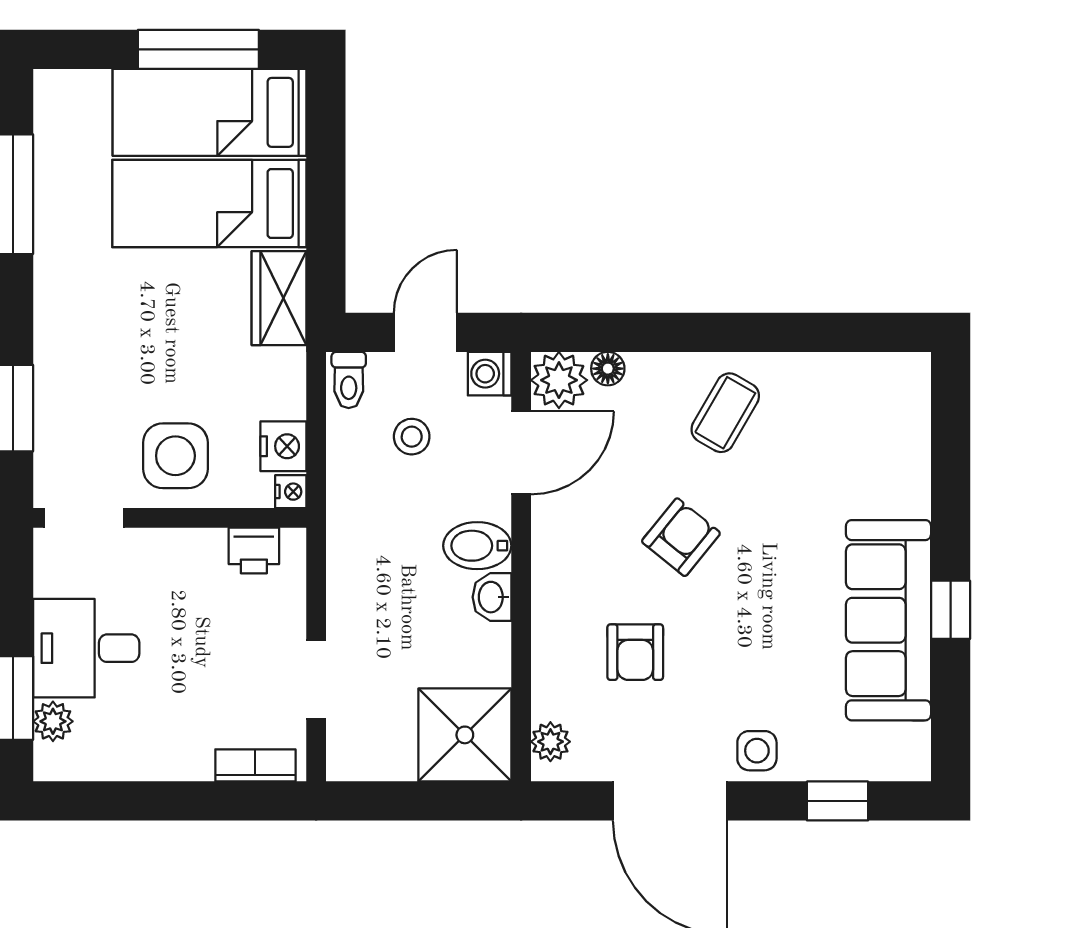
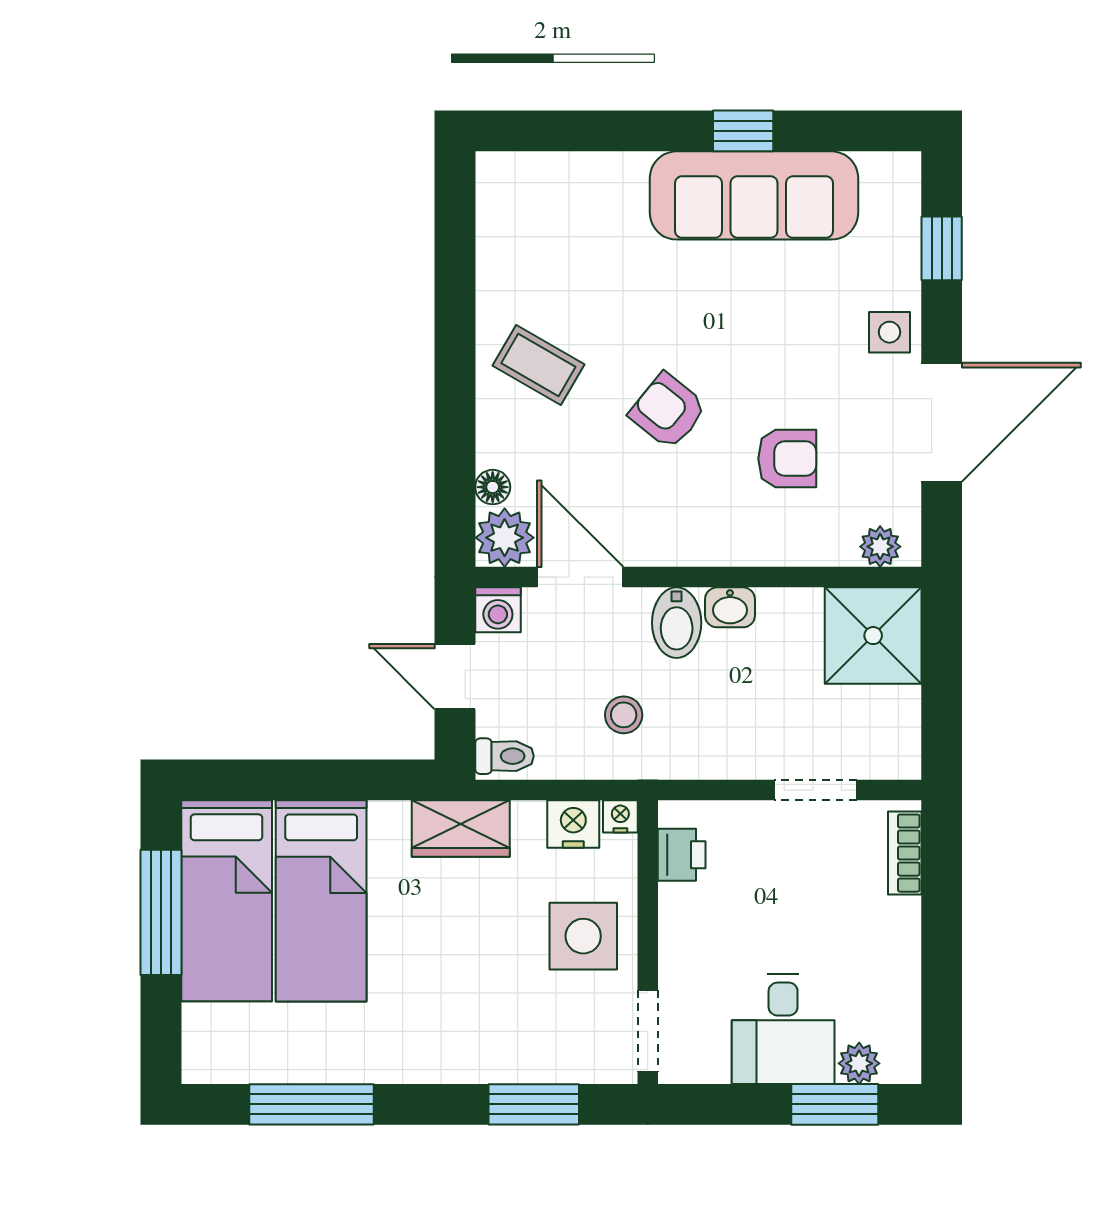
wardrobe: (279, 298) -> (461, 829), moved
stool: (412, 437) -> (624, 715), moved

